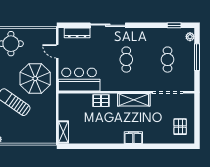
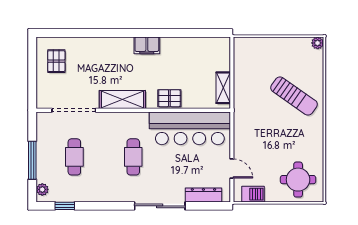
barbecue: (42, 33) -> (253, 194), added
parasol: (35, 79) -> (263, 130), removed
bar counter: (79, 80) -> (190, 128), width x1.36
shelving: (63, 132) -> (223, 88), moved
filing cabinet: (133, 138) -> (147, 45), moved

